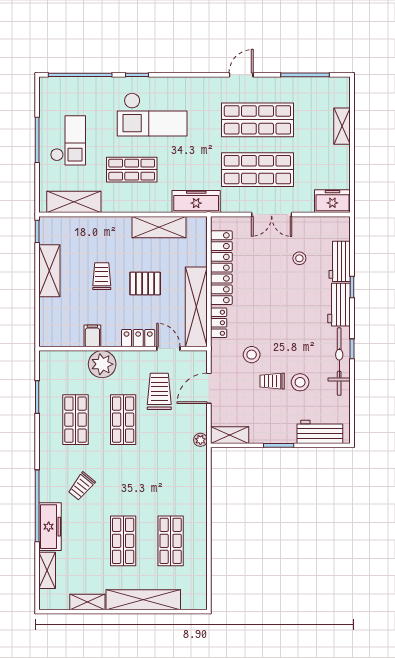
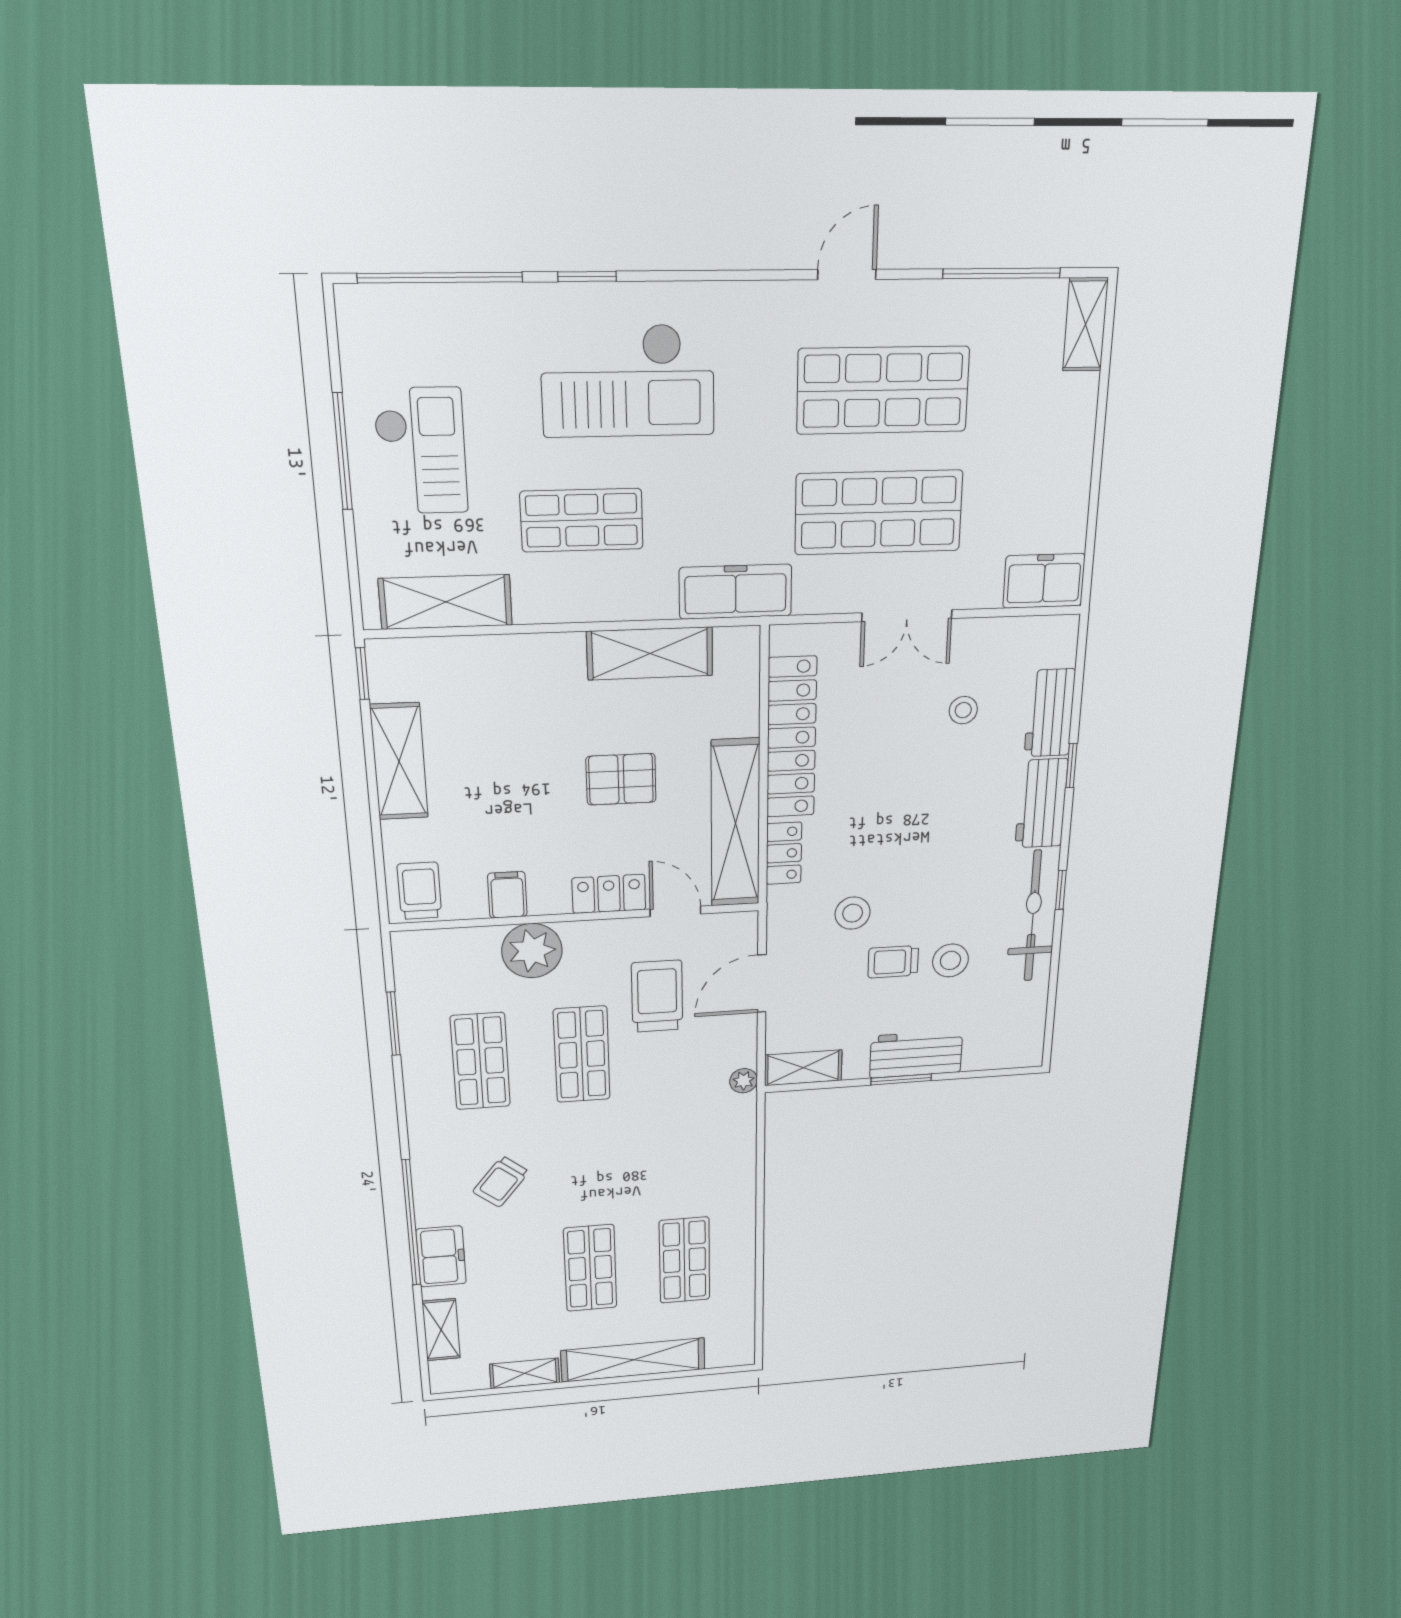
shelving: (342, 126) -> (1085, 324), moved
trolley: (102, 276) -> (419, 891), moved
workbench: (320, 432) -> (916, 1054), moved
freezer: (50, 527) -> (441, 1256), width x0.71

